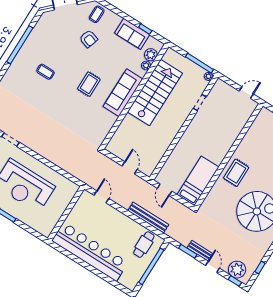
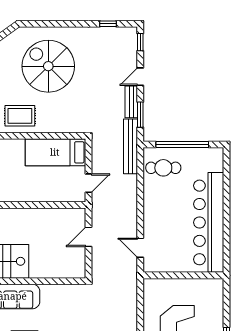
door: (101, 197) -> (140, 248), hinge flipped
bench: (148, 218) -> (131, 146), moved
plant: (237, 270) -> (126, 48), removed

